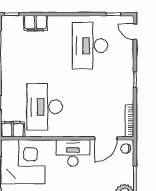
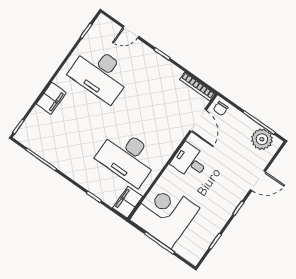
filing cabinet: (35, 23) -> (51, 98), moved
door: (135, 32) -> (131, 32), moved
desk: (73, 153) -> (190, 161), width x0.73

